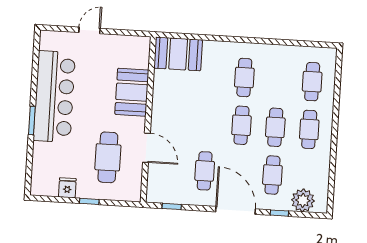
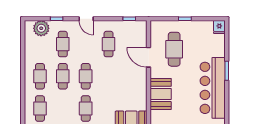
fridge: (67, 188) -> (219, 27), moved
door: (235, 210) -> (86, 19), width x0.53

